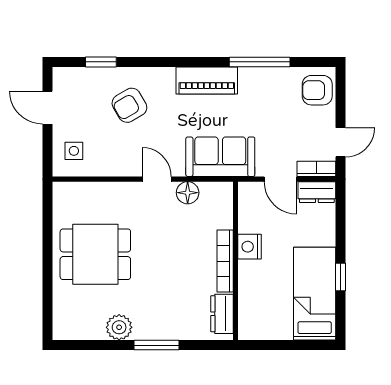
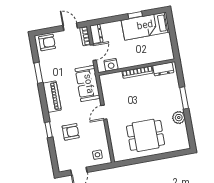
window: (101, 62) -> (49, 130), moved
window: (260, 62) -> (38, 73), width x0.69
armchair: (317, 90) -> (47, 43), turned -90
armchair: (129, 105) -> (71, 132), turned -60
floor lamp: (188, 193) -> (108, 96), removed
nightstand: (249, 247) -> (111, 65), moved
dining table: (95, 254) -> (146, 135), turned 90

